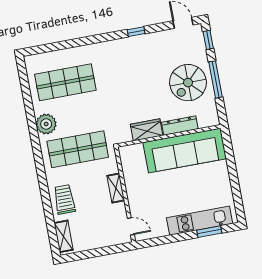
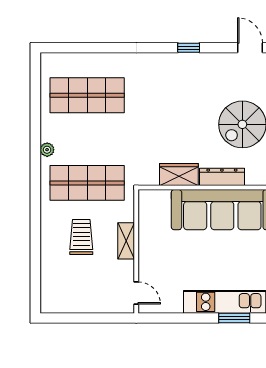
plant: (46, 124) -> (47, 150), width x0.53, depth x0.53
trolley: (64, 199) -> (81, 237), moved
shelving: (64, 236) -> (49, 290), removed

